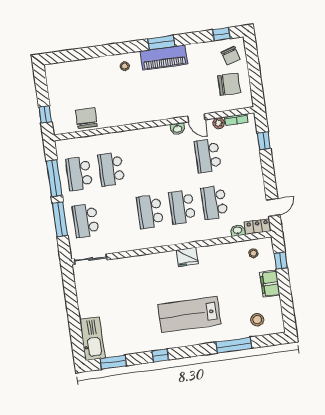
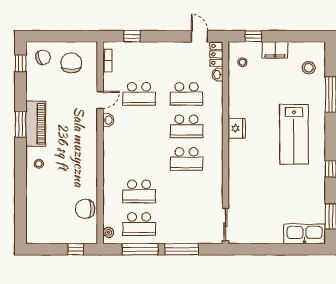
plant: (219, 123) -> (108, 232), moved
school desk: (86, 221) -> (186, 224), removed

